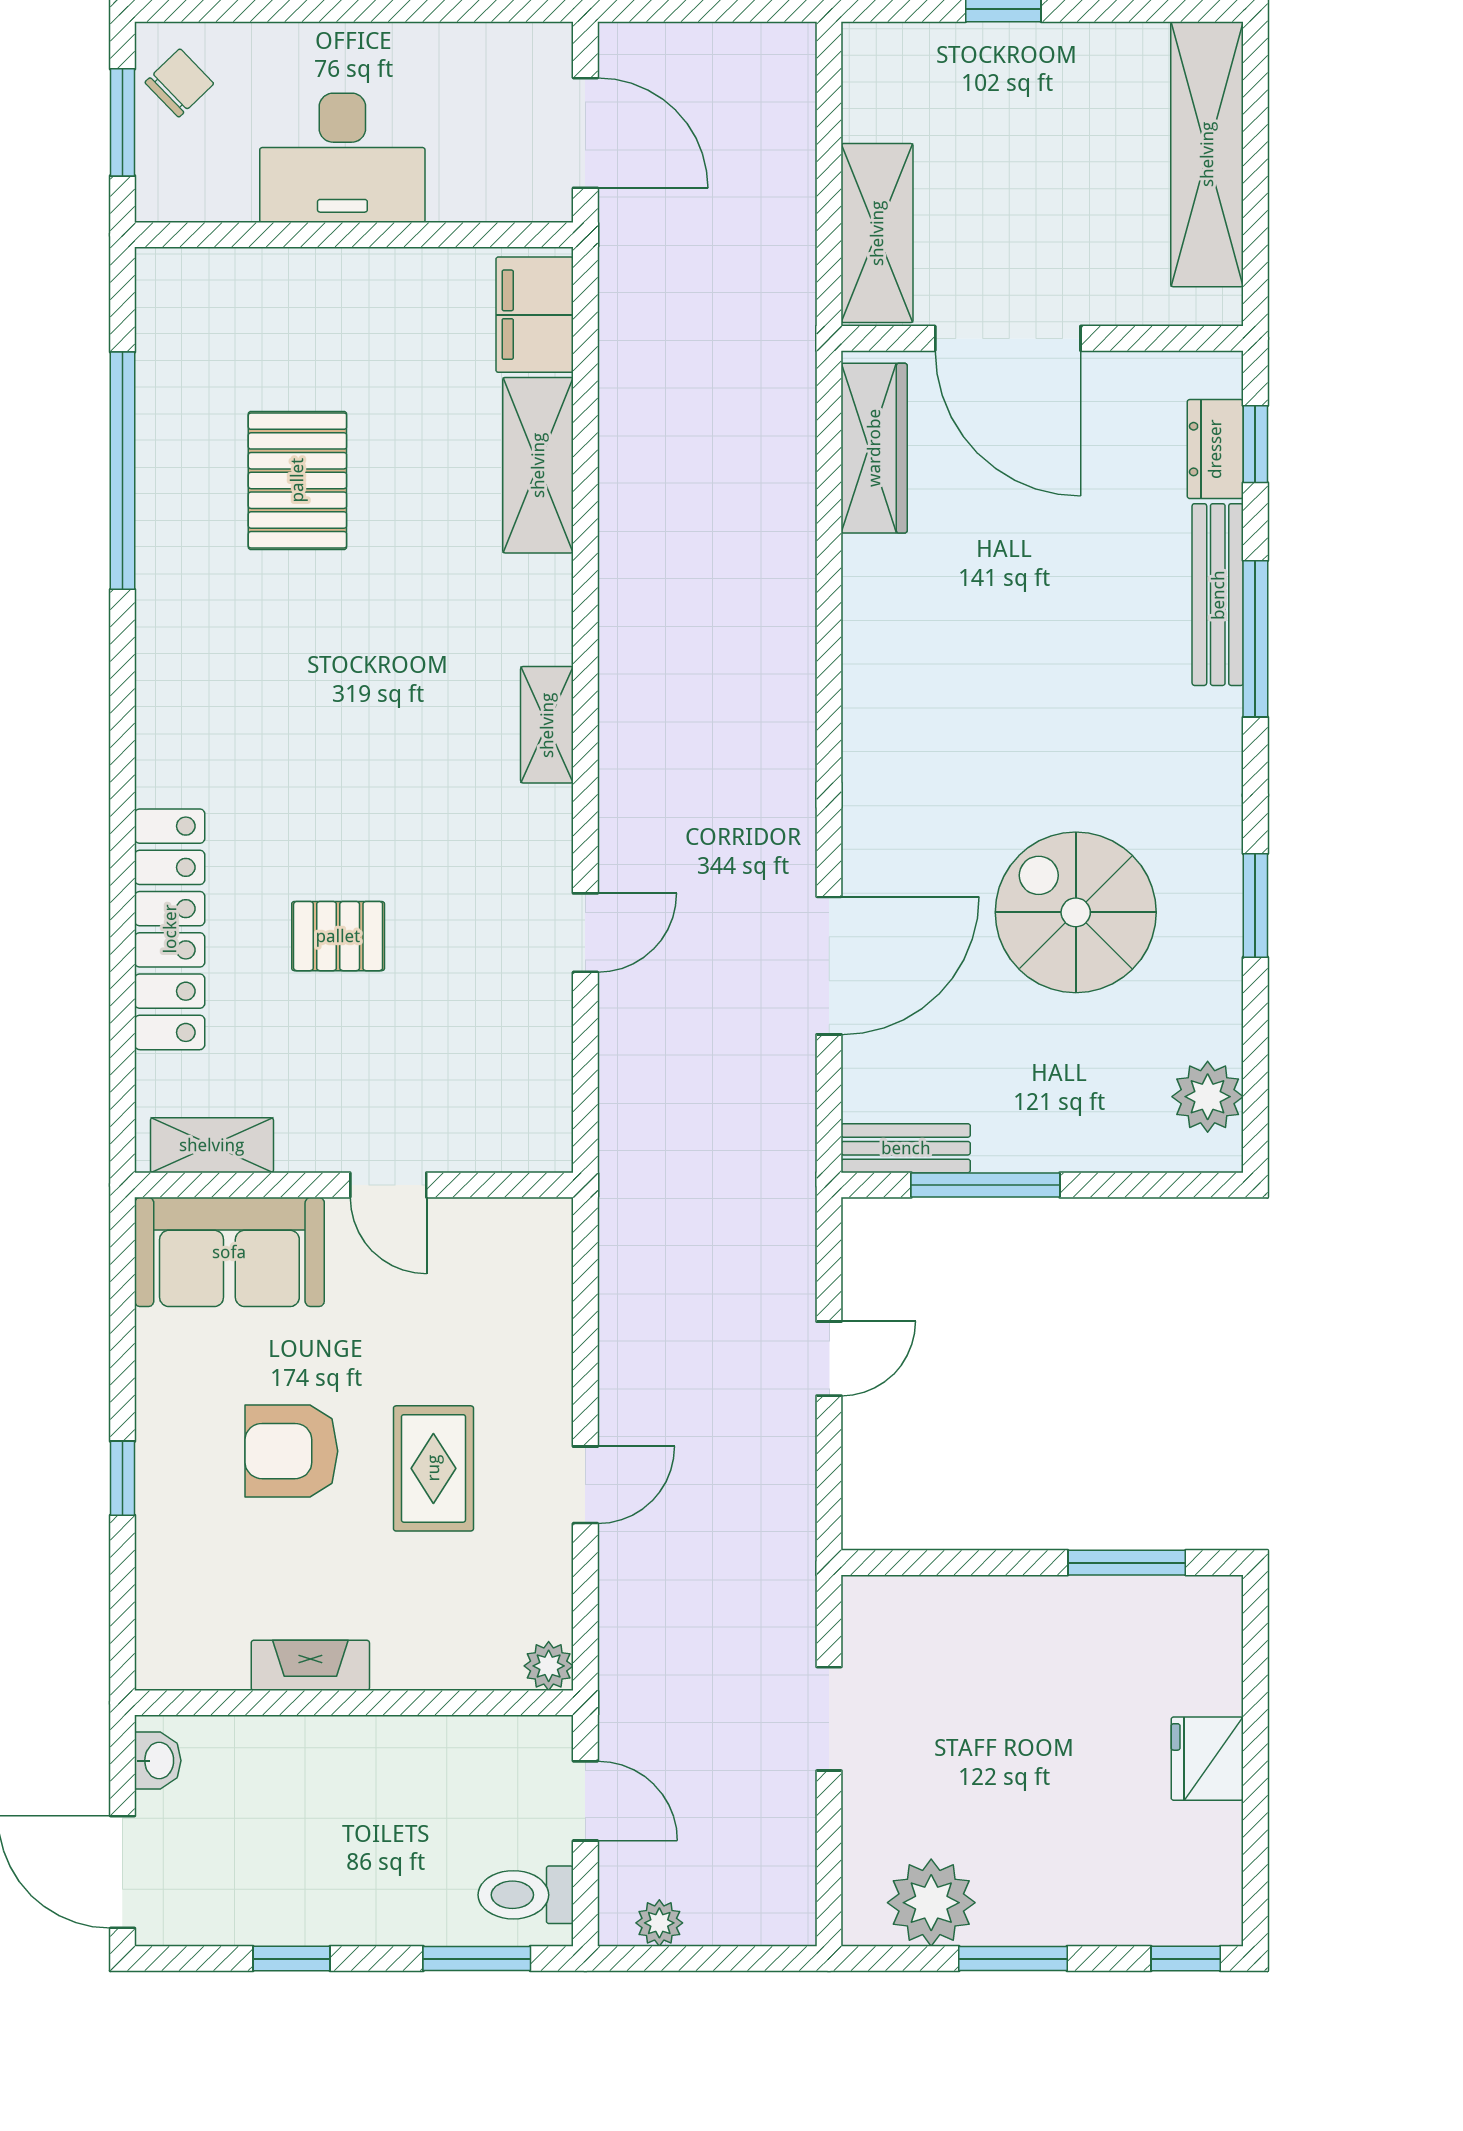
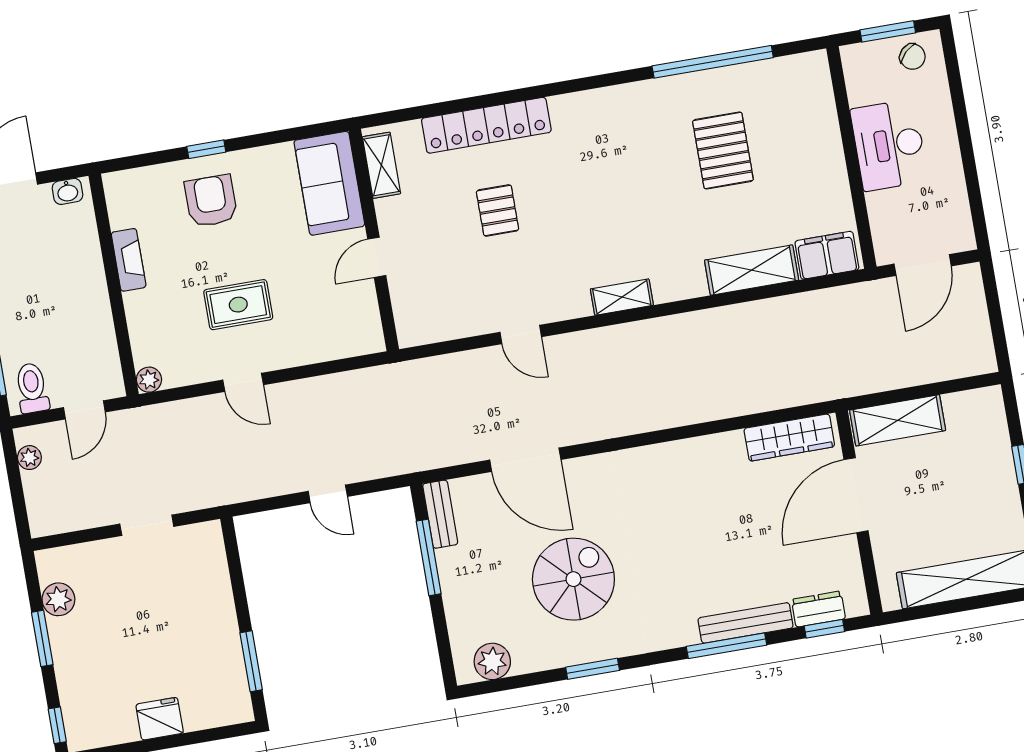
pallet: (297, 480) -> (723, 150), turned 90
armchair: (291, 1451) -> (211, 201), moved
plant: (931, 1903) -> (58, 599), width x0.73, depth x0.73

